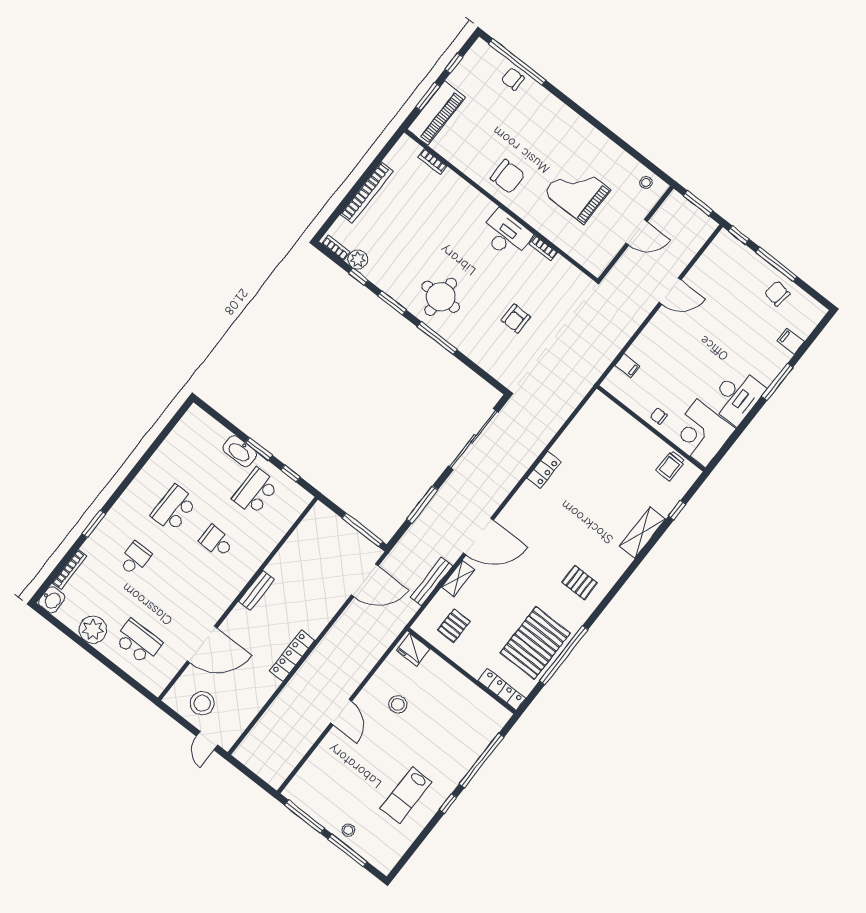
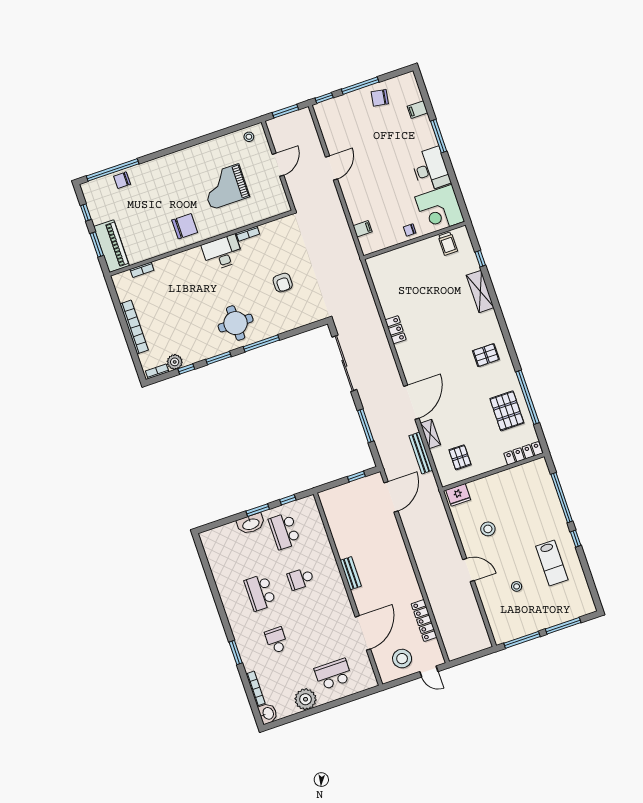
window: (362, 530) -> (356, 477), width x0.46
pallet: (535, 643) -> (507, 411), width x0.73, depth x0.71
locker: (292, 656) -> (424, 620), moved
stool: (348, 830) -> (517, 586), moved

